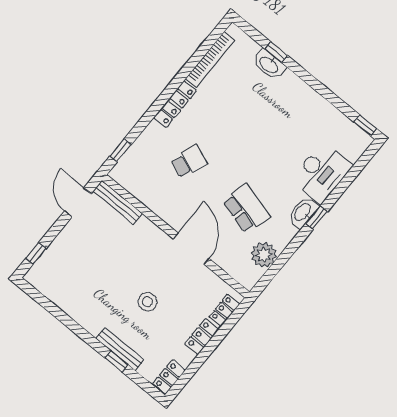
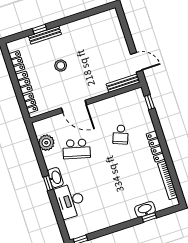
window: (36, 254) -> (124, 23), removed
locker: (169, 377) -> (17, 61), moved

